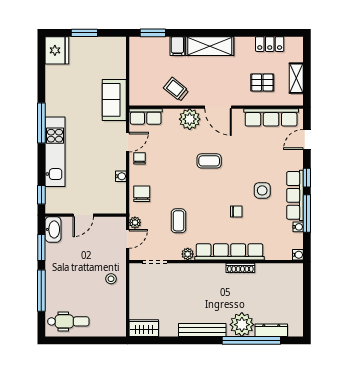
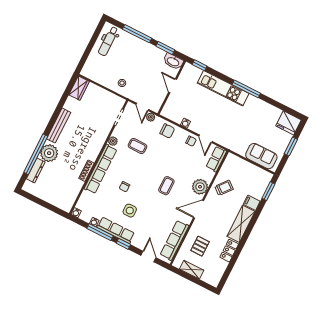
locker: (270, 44) -> (229, 251), moved
sofa: (114, 100) -> (261, 156), moved

